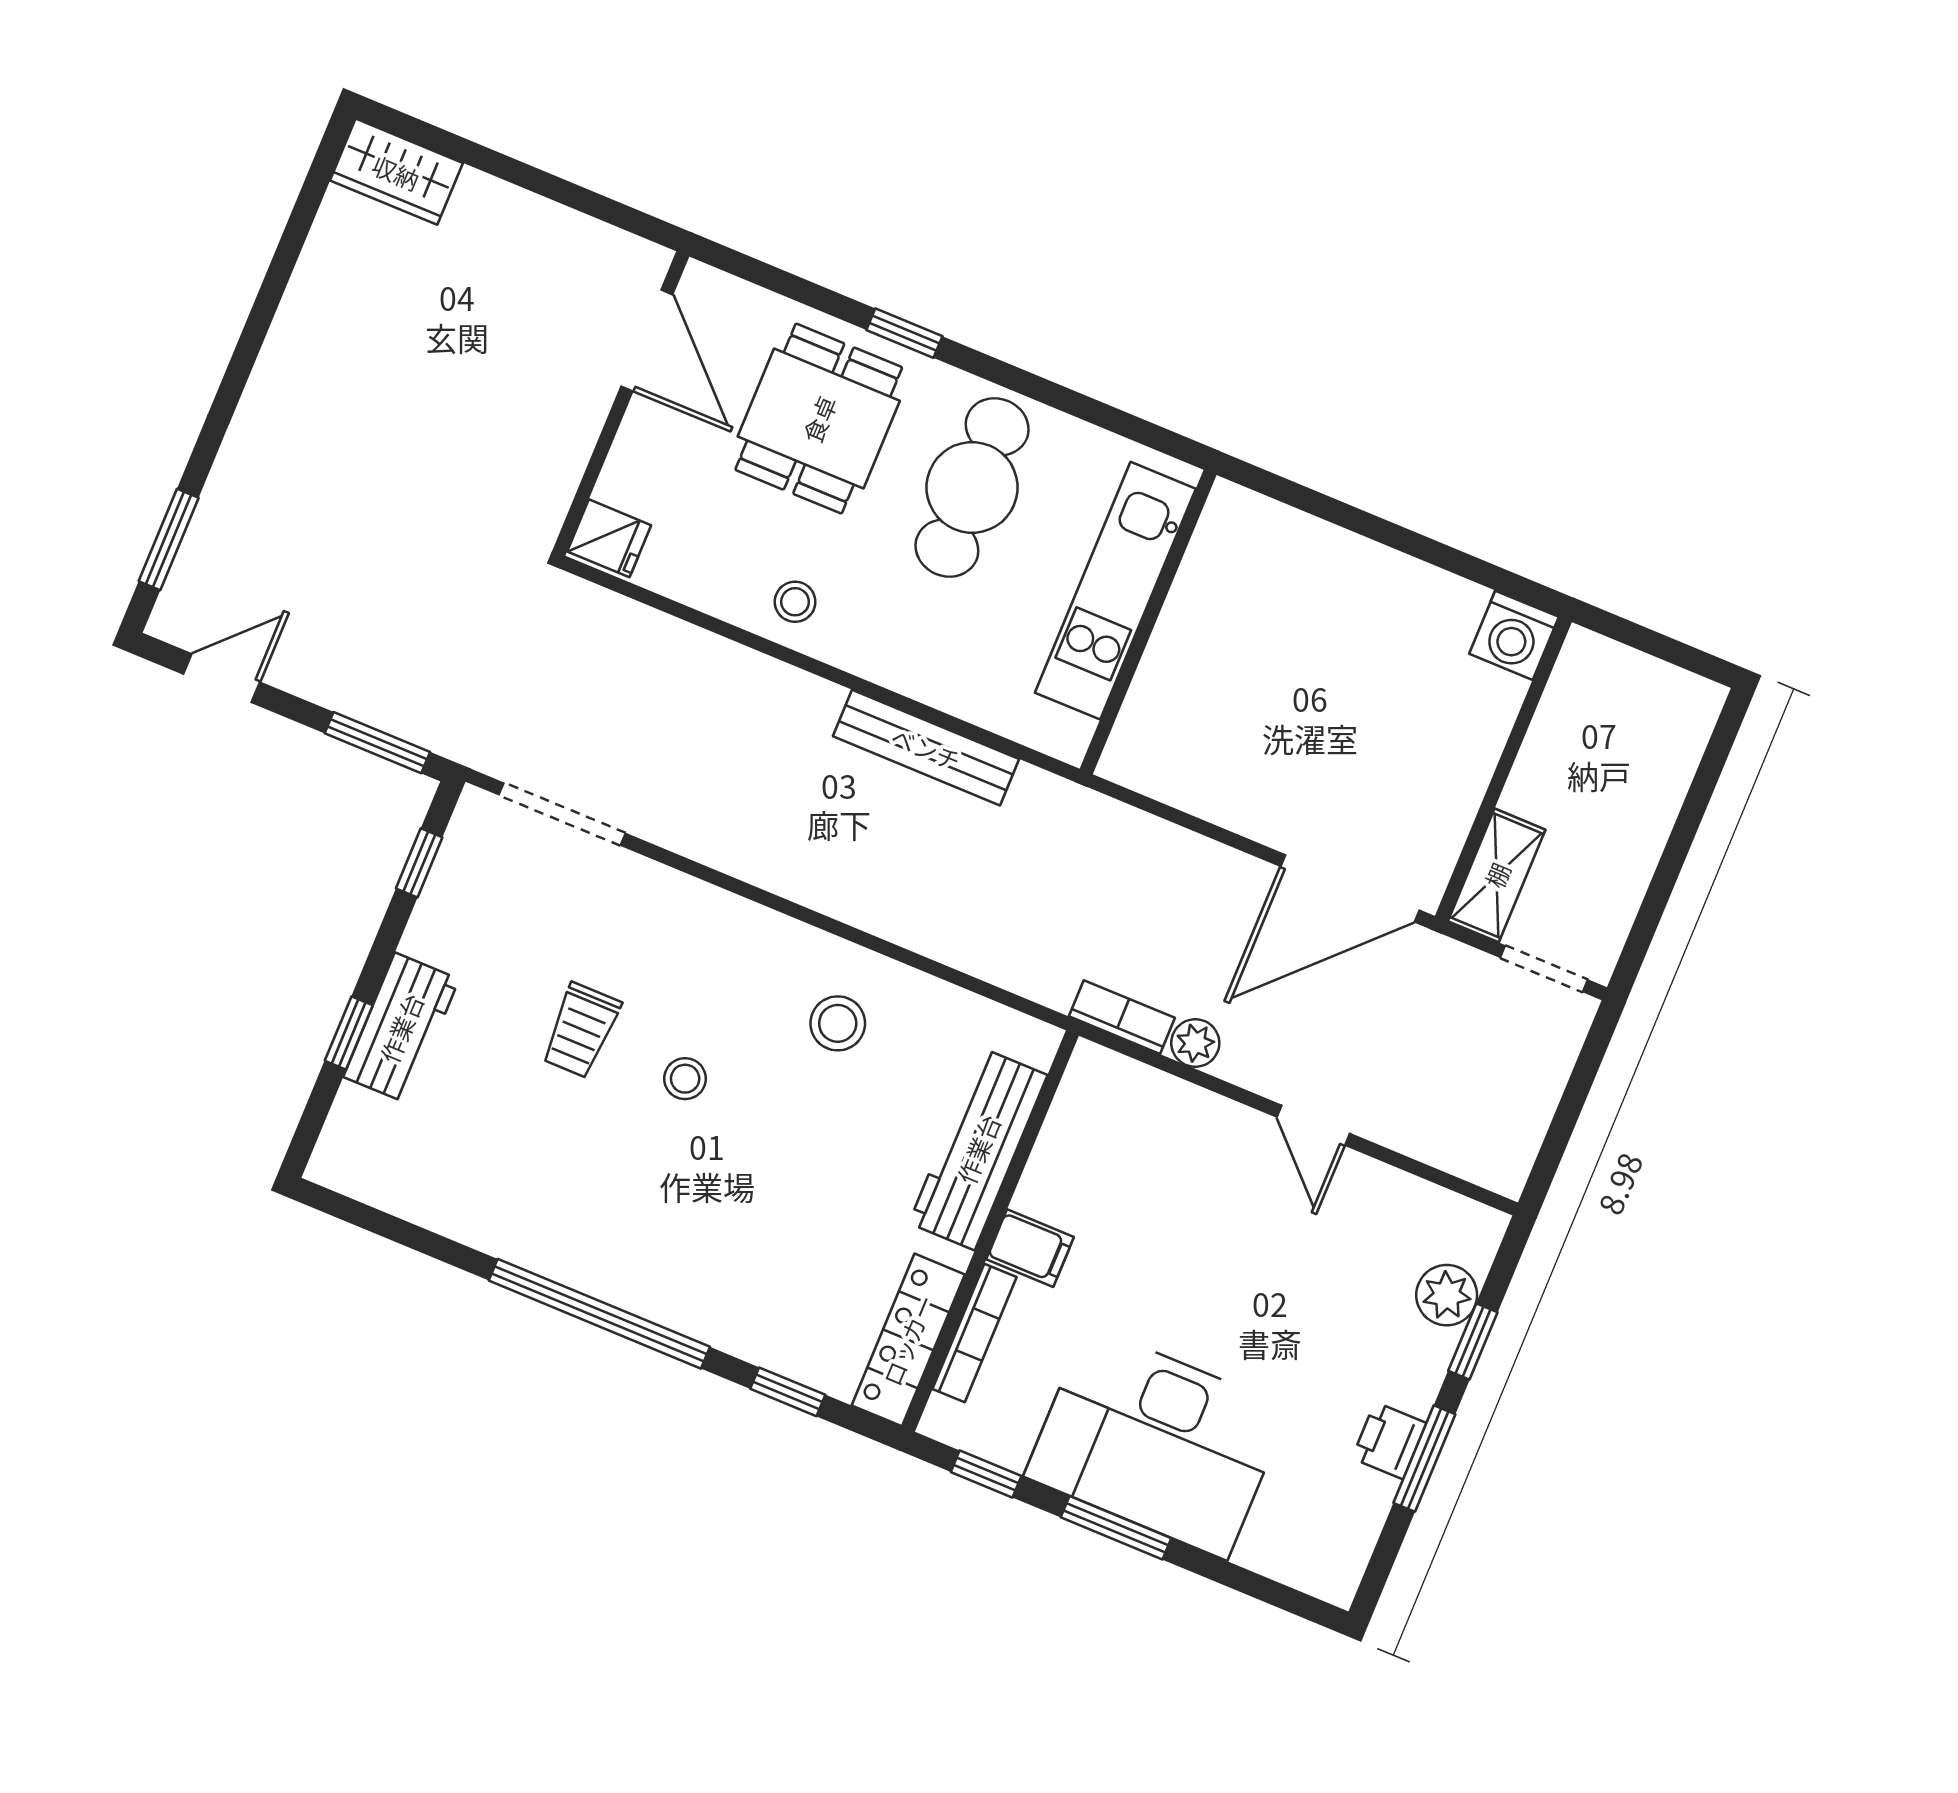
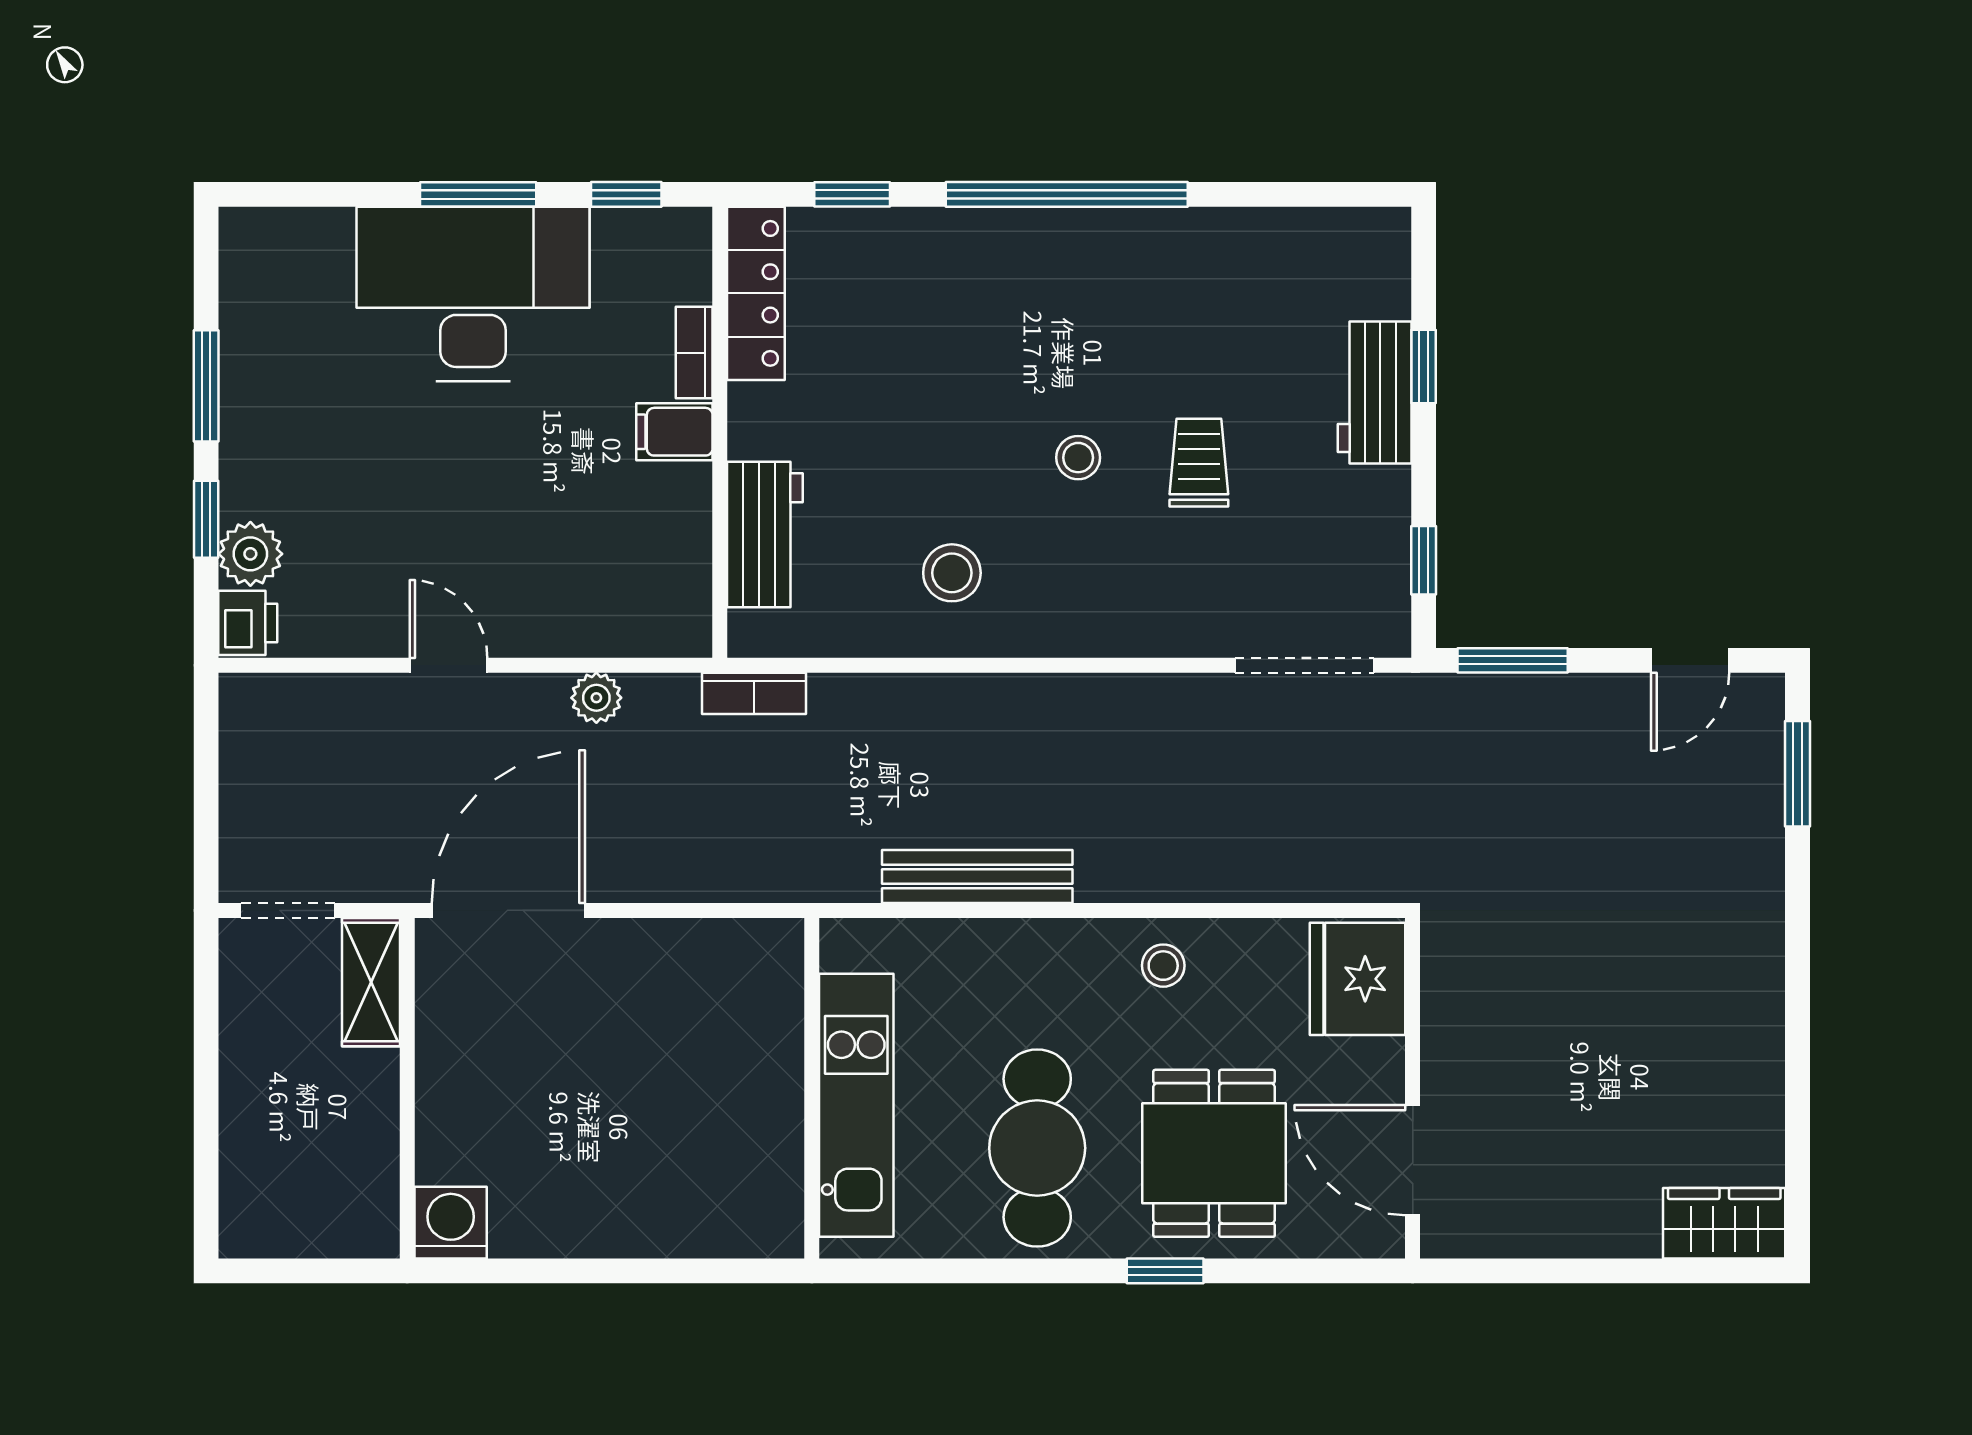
fridge: (609, 538) -> (1358, 979), width x1.88, depth x1.34
bookcase: (1122, 1017) -> (754, 693), moved
workbench: (978, 1149) -> (765, 534), width x0.73
bookcase: (975, 1333) -> (694, 353), width x0.64
printer: (1389, 1441) -> (248, 623), moved

